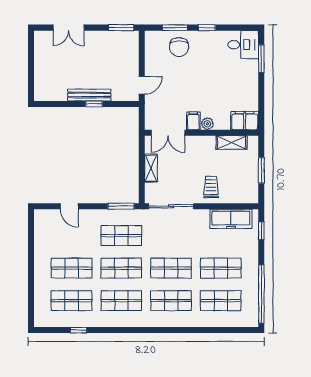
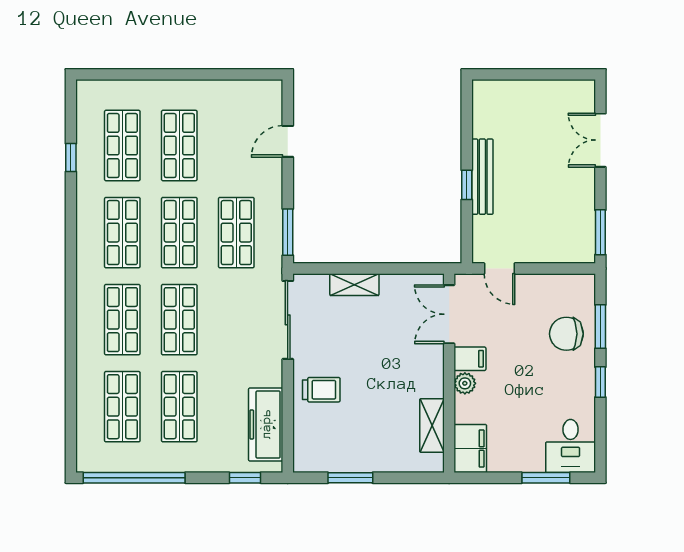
filing cabinet: (193, 121) -> (470, 359), moved
filing cabinet: (245, 121) -> (470, 449), moved
plant: (207, 124) -> (465, 383), moved
double door: (168, 133) -> (449, 314), moved
wall: (202, 133) -> (449, 373), moved
shelving: (231, 143) -> (432, 426), moved

